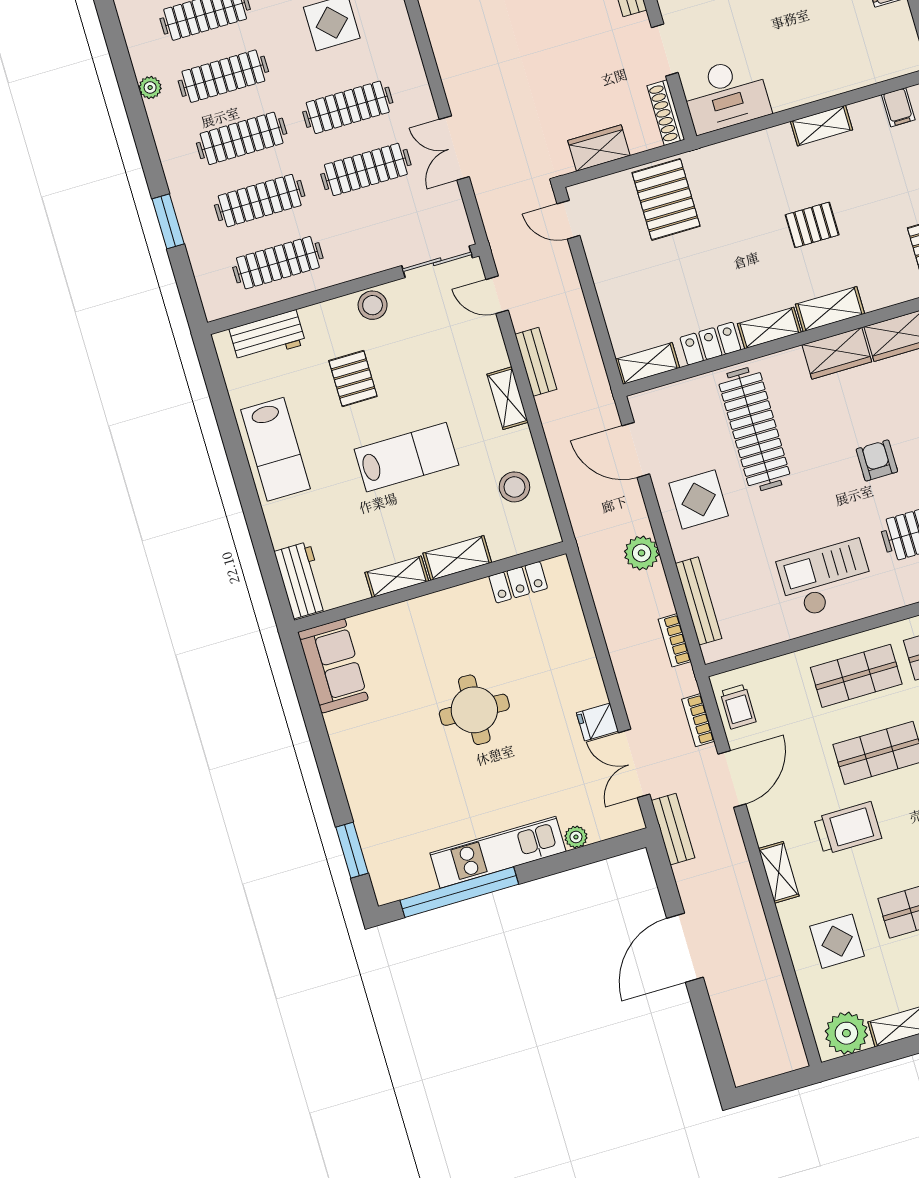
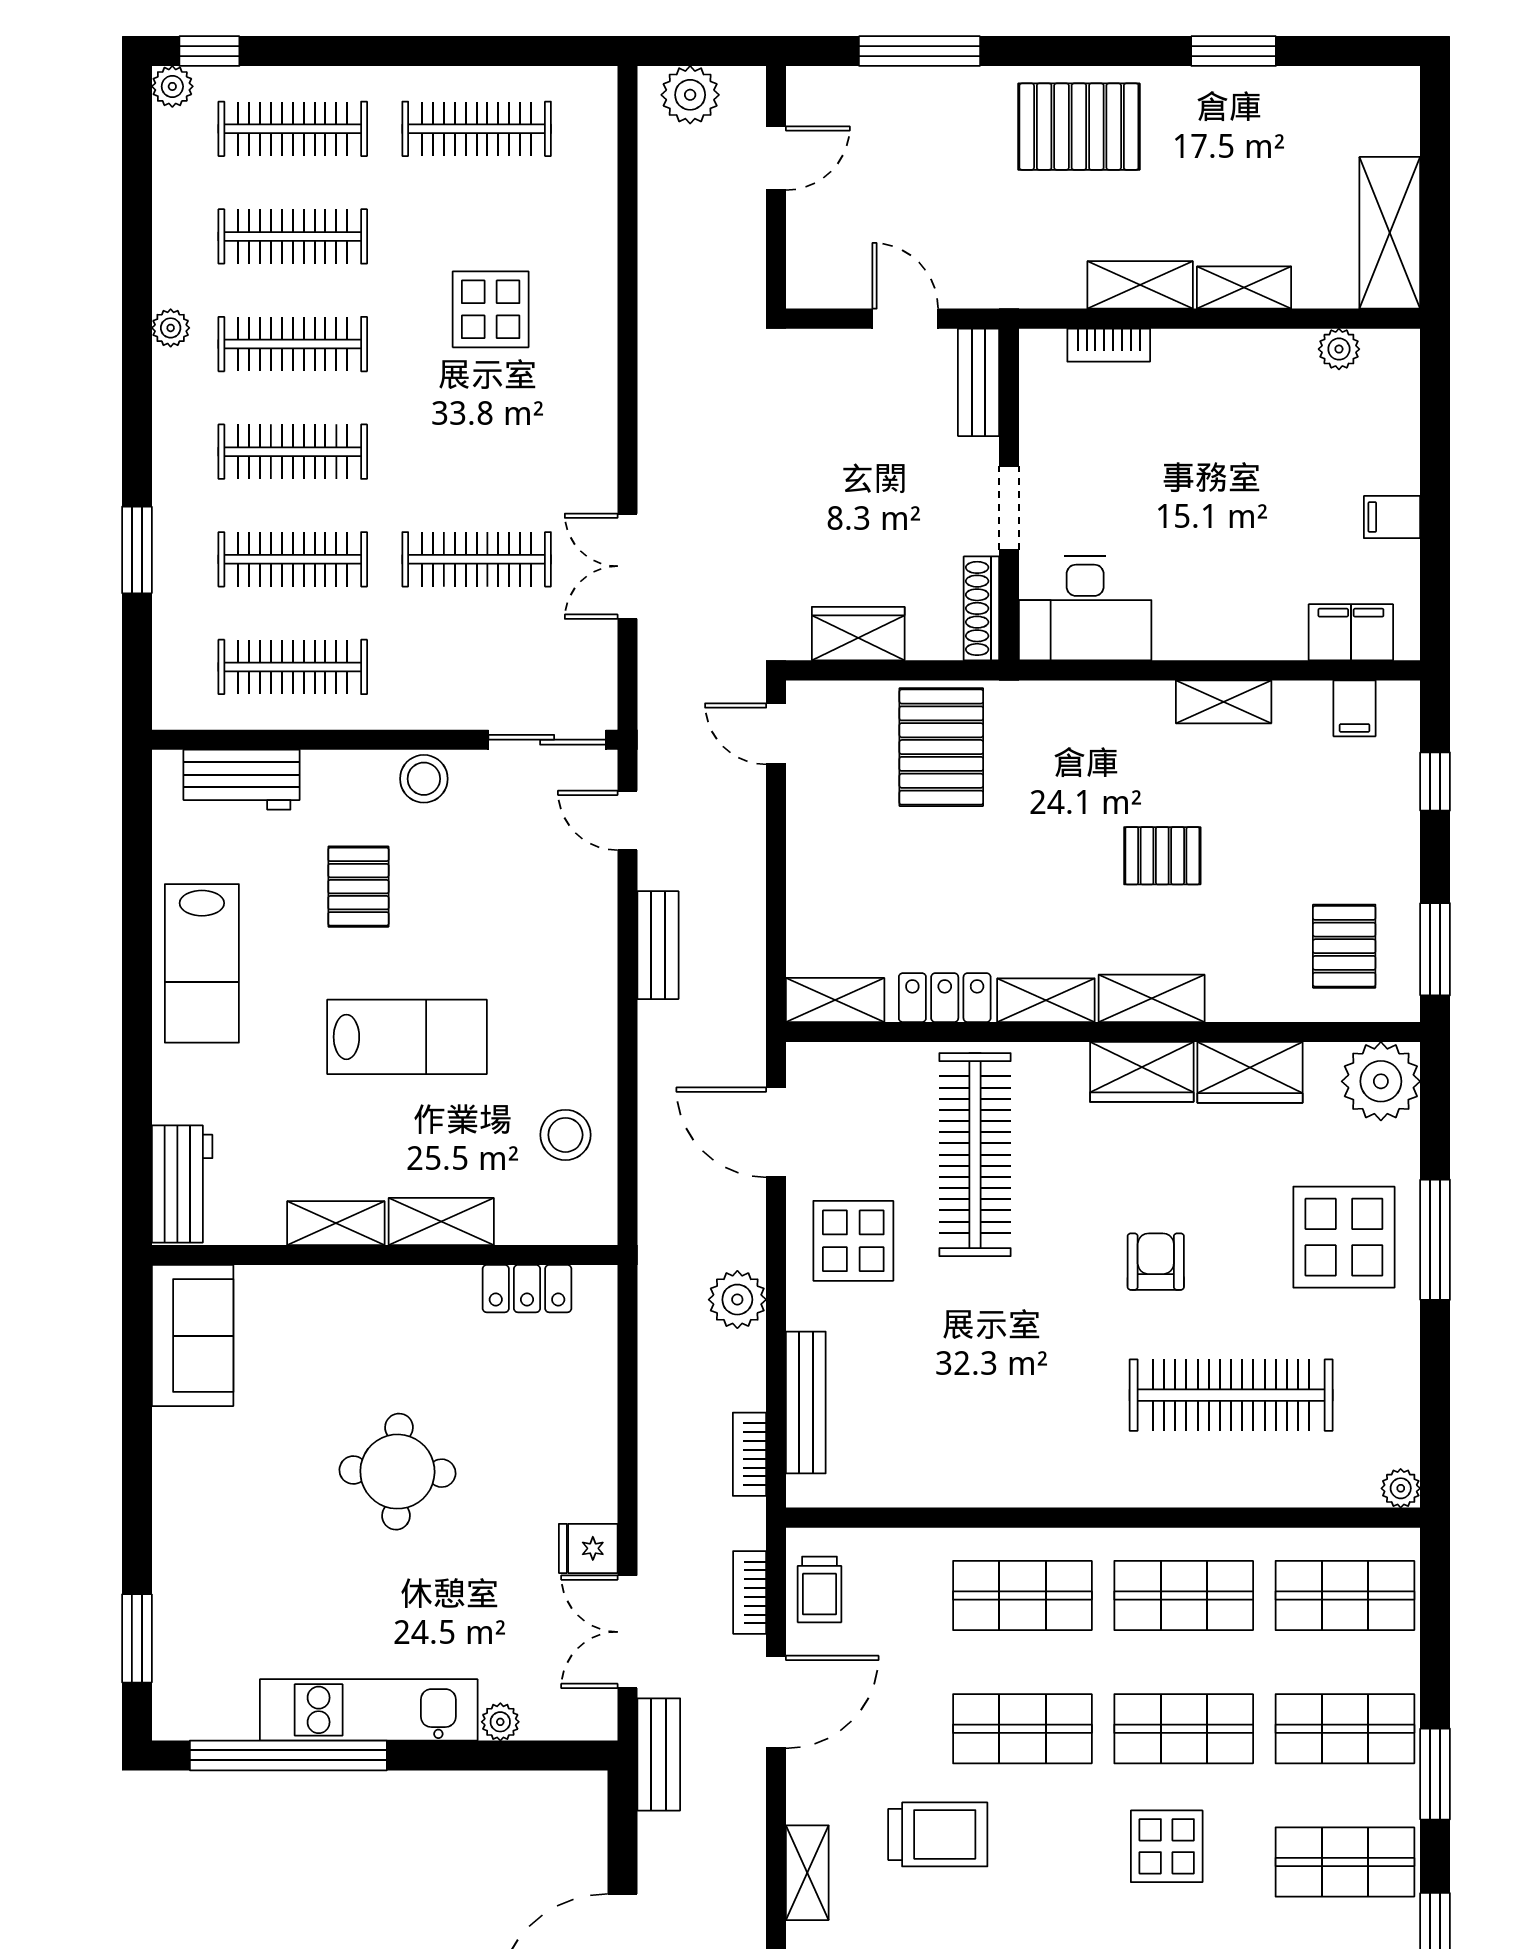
filing cabinet: (883, 64) -> (1351, 632), added
clothes rail: (348, 107) -> (477, 452), removed
shelving: (508, 398) -> (596, 990), removed
checkout: (826, 579) -> (1019, 1427), removed

